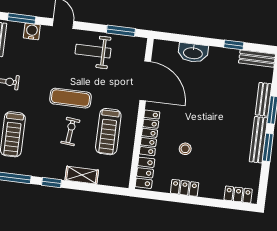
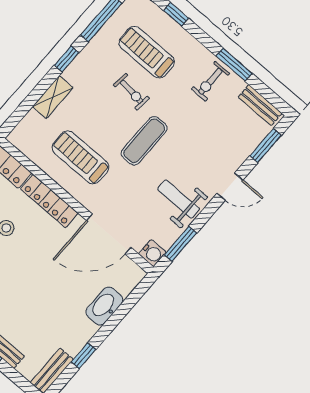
water cooler: (32, 31) -> (152, 253), moved
weight bench: (93, 51) -> (179, 199), turned -90
exercise bike: (70, 132) -> (131, 92), moved

